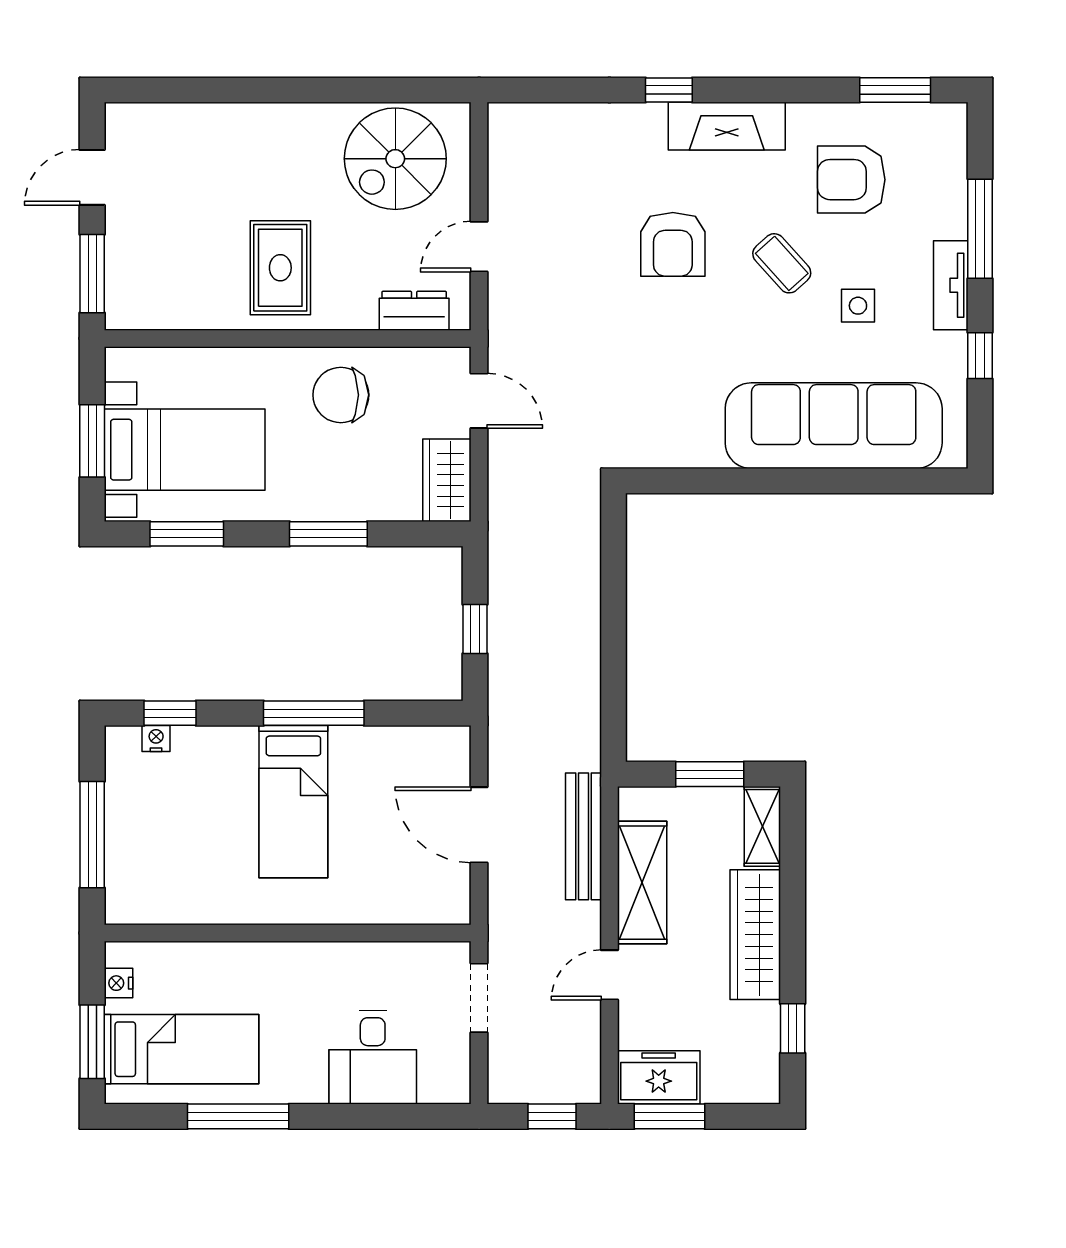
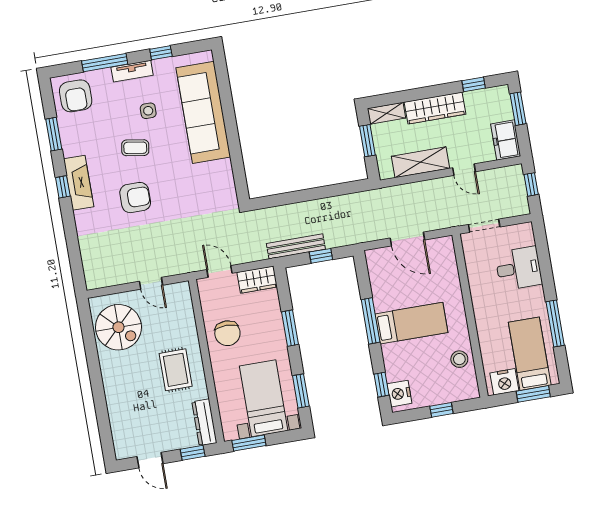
window: (669, 90) -> (63, 187), moved
window: (895, 90) -> (54, 134), moved
armchair: (851, 180) -> (76, 96), moved
coffee table: (782, 263) -> (135, 148), turned 51
rug: (280, 268) -> (176, 370), turned 90
window: (92, 274) -> (193, 453), width x0.67
dresser: (414, 311) -> (204, 422), moved, width x1.44
door: (479, 401) -> (219, 271), hinge flipped
window: (92, 441) -> (249, 443), moved
nightstand: (156, 738) -> (399, 394), width x1.89, depth x1.79
door: (479, 825) -> (407, 239), hinge flipped
window: (92, 835) -> (441, 410), width x0.46
bench: (584, 836) -> (296, 246), moved
stool: (196, 893) -> (459, 359), added
nightstand: (119, 983) -> (504, 382), width x1.89, depth x1.79
window: (669, 1116) -> (518, 109), moved

